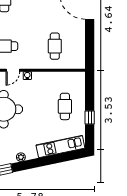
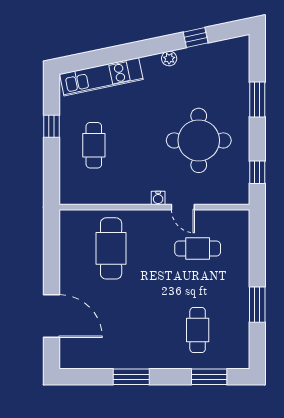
cafe table: (55, 46) -> (111, 248), width x1.37, depth x1.35
door: (13, 70) -> (183, 207), swing flipped

